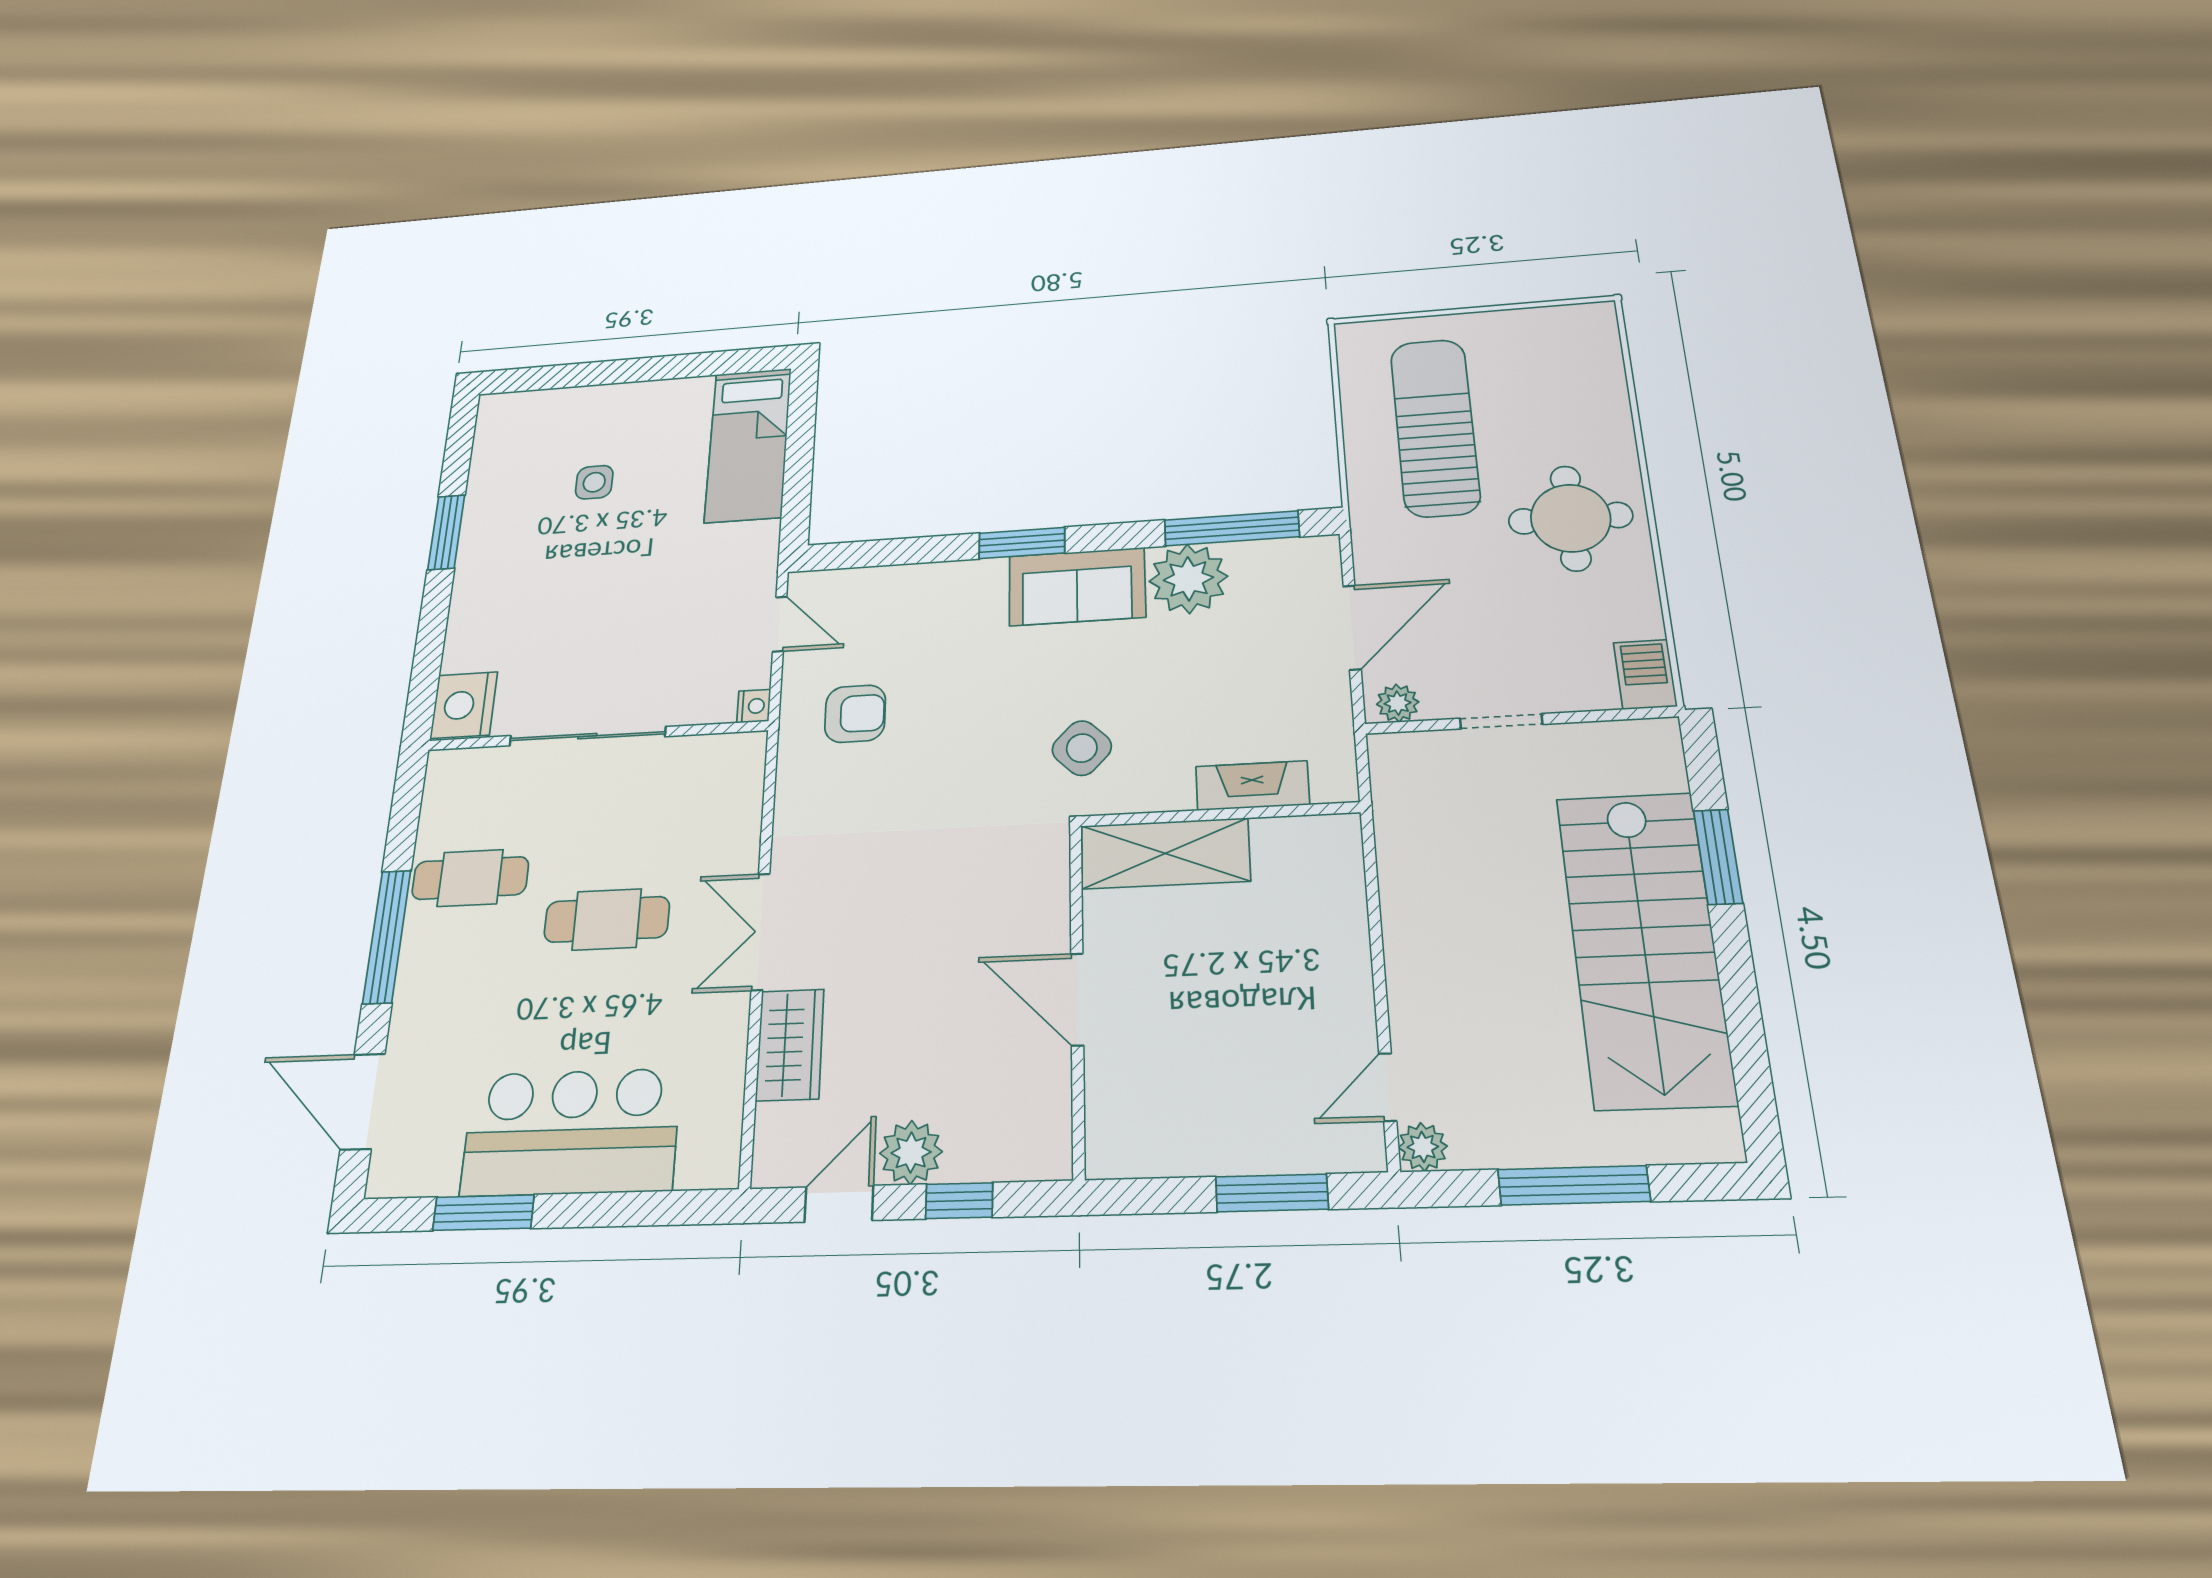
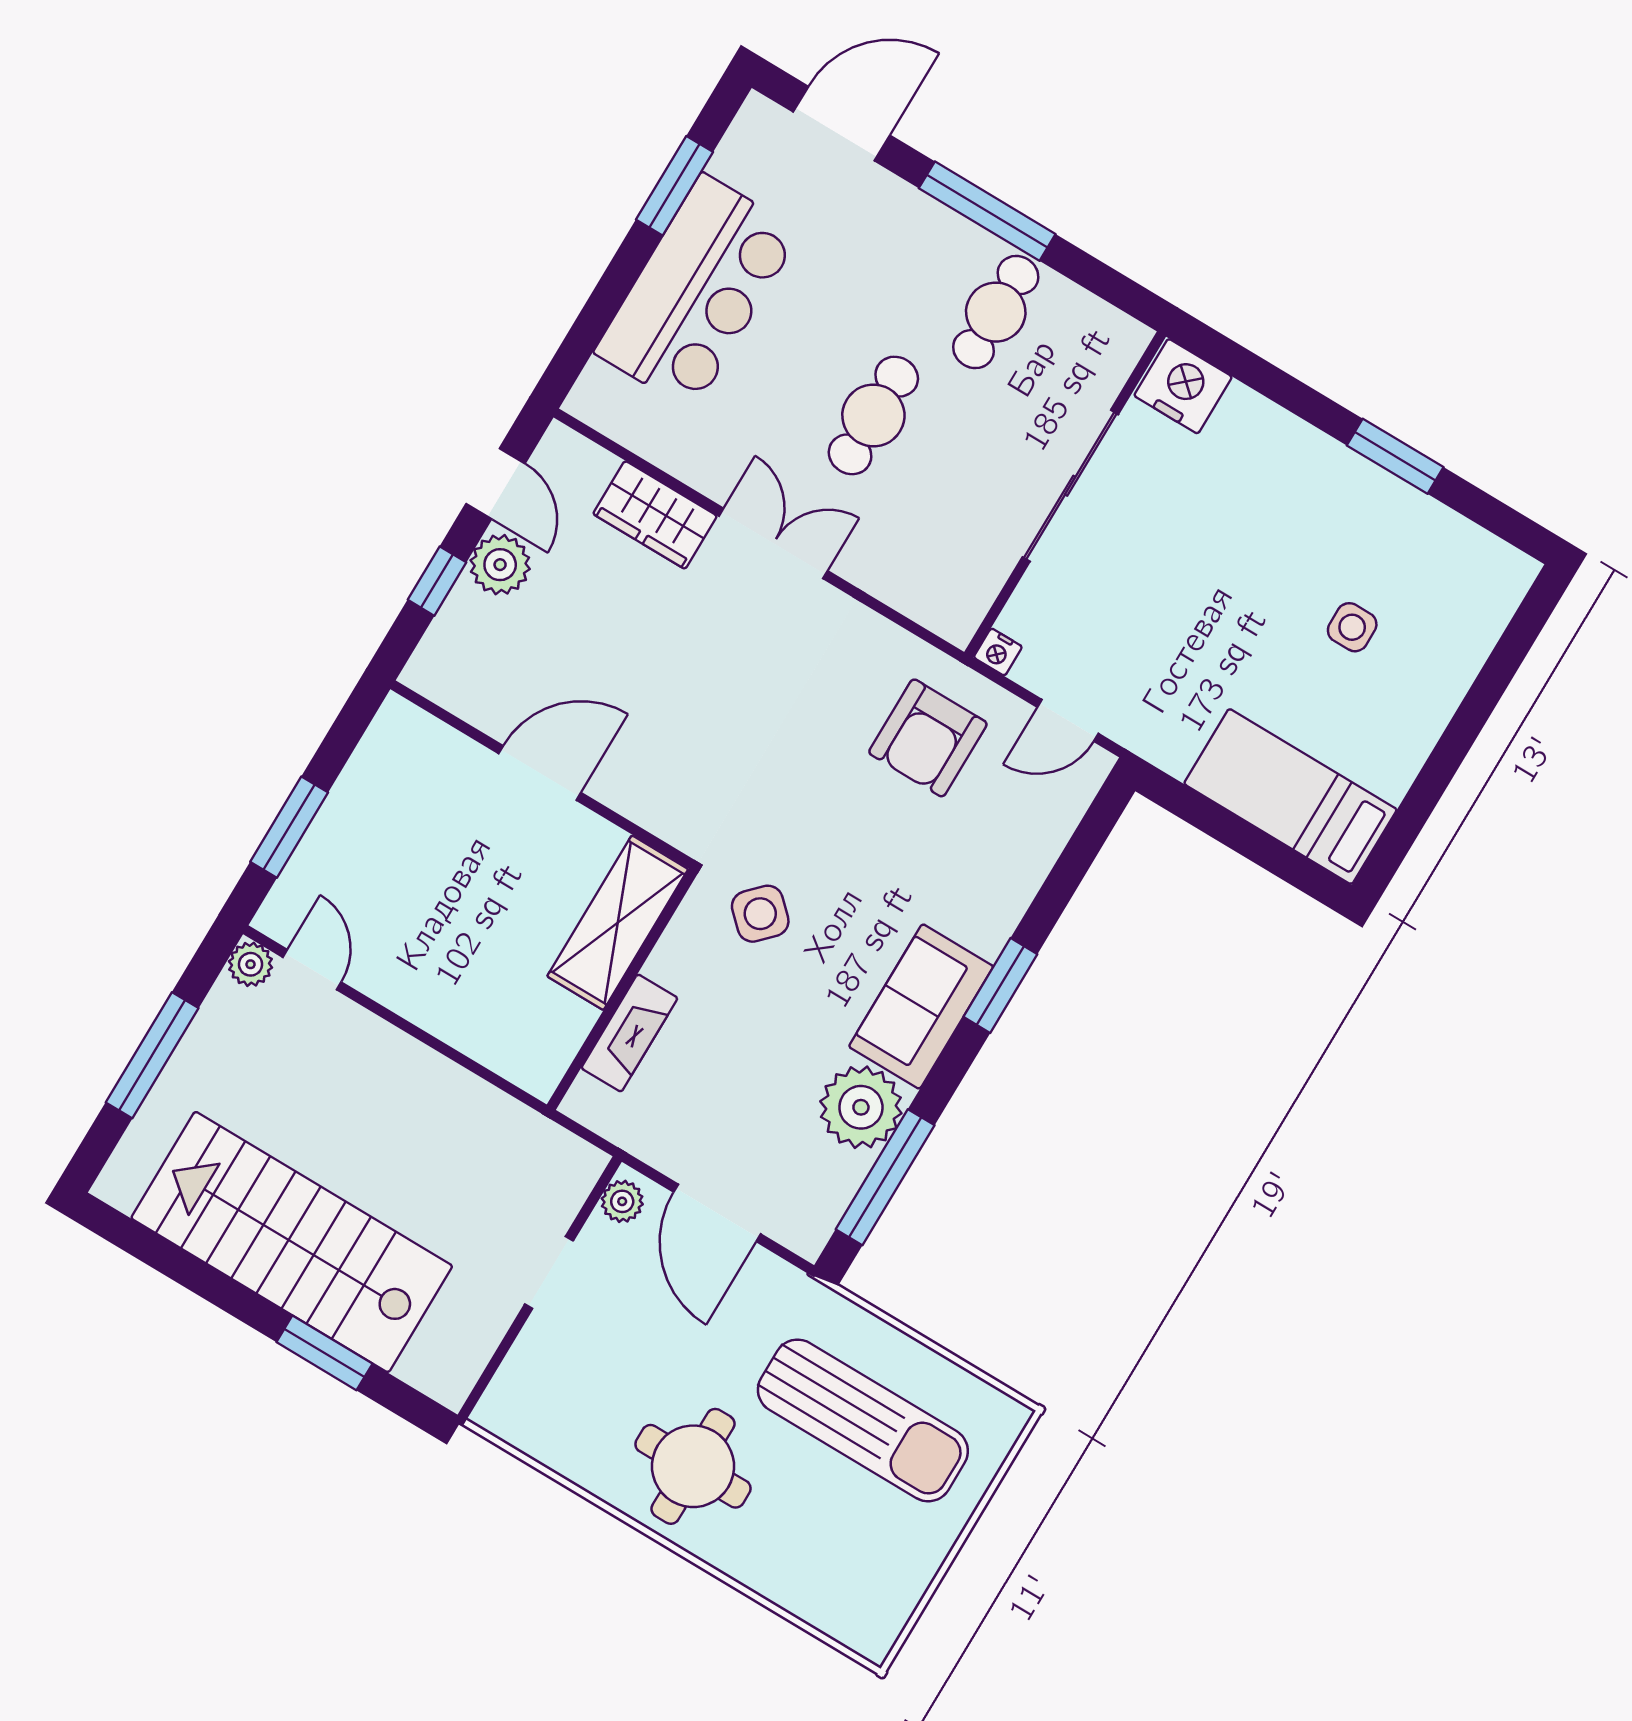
barbecue: (1645, 674) -> (511, 1417), removed
armchair: (855, 714) -> (928, 738), width x1.38, depth x1.38

